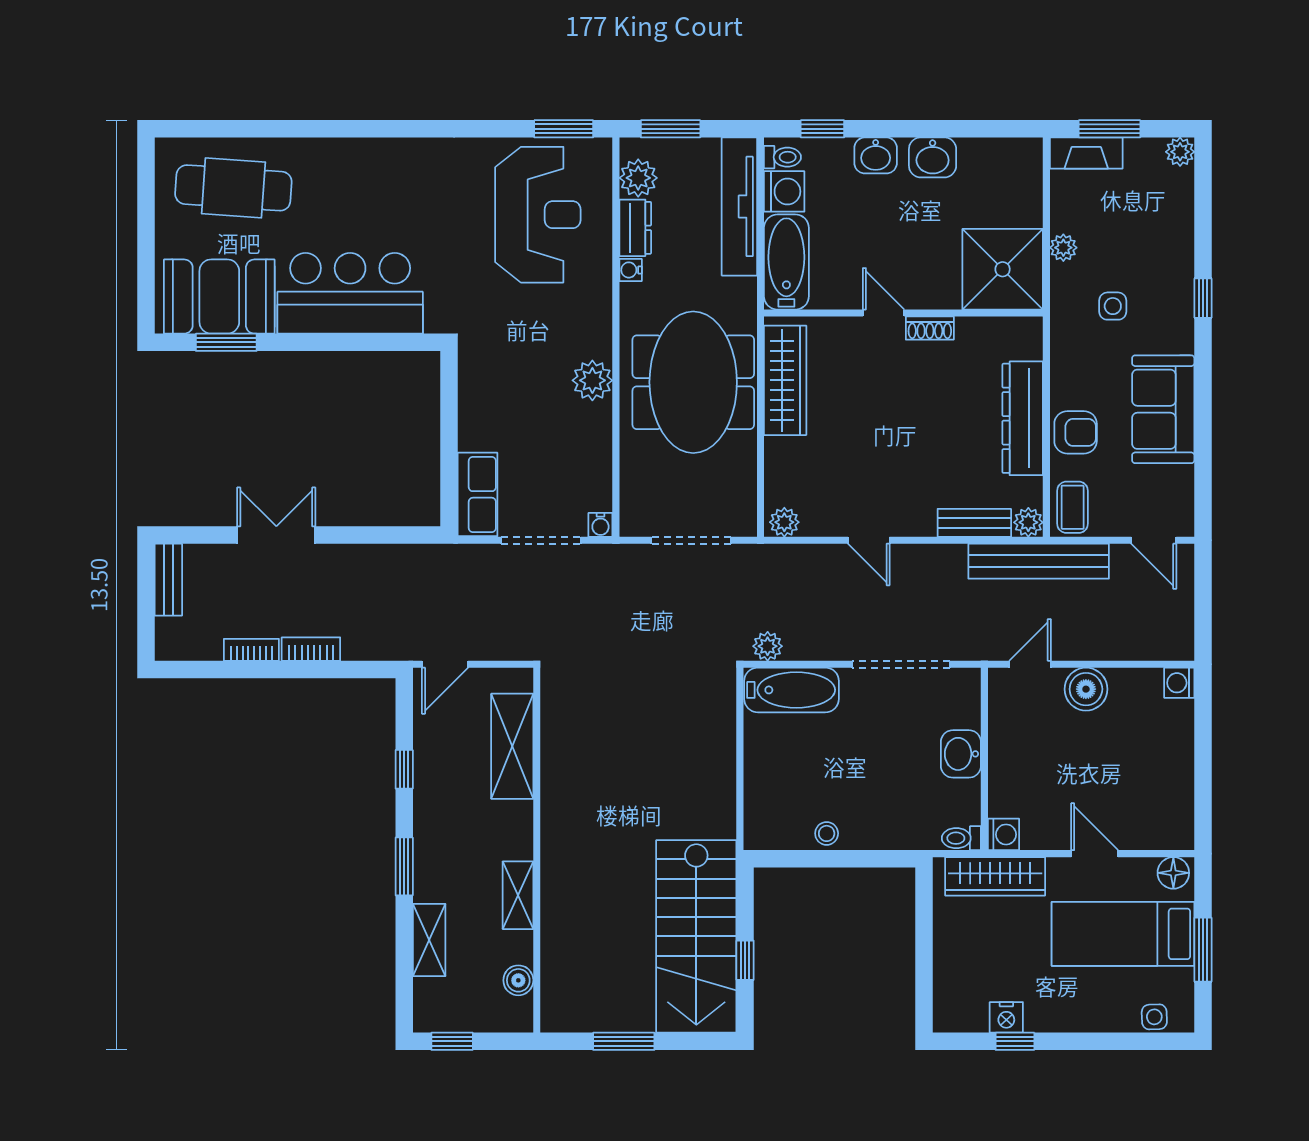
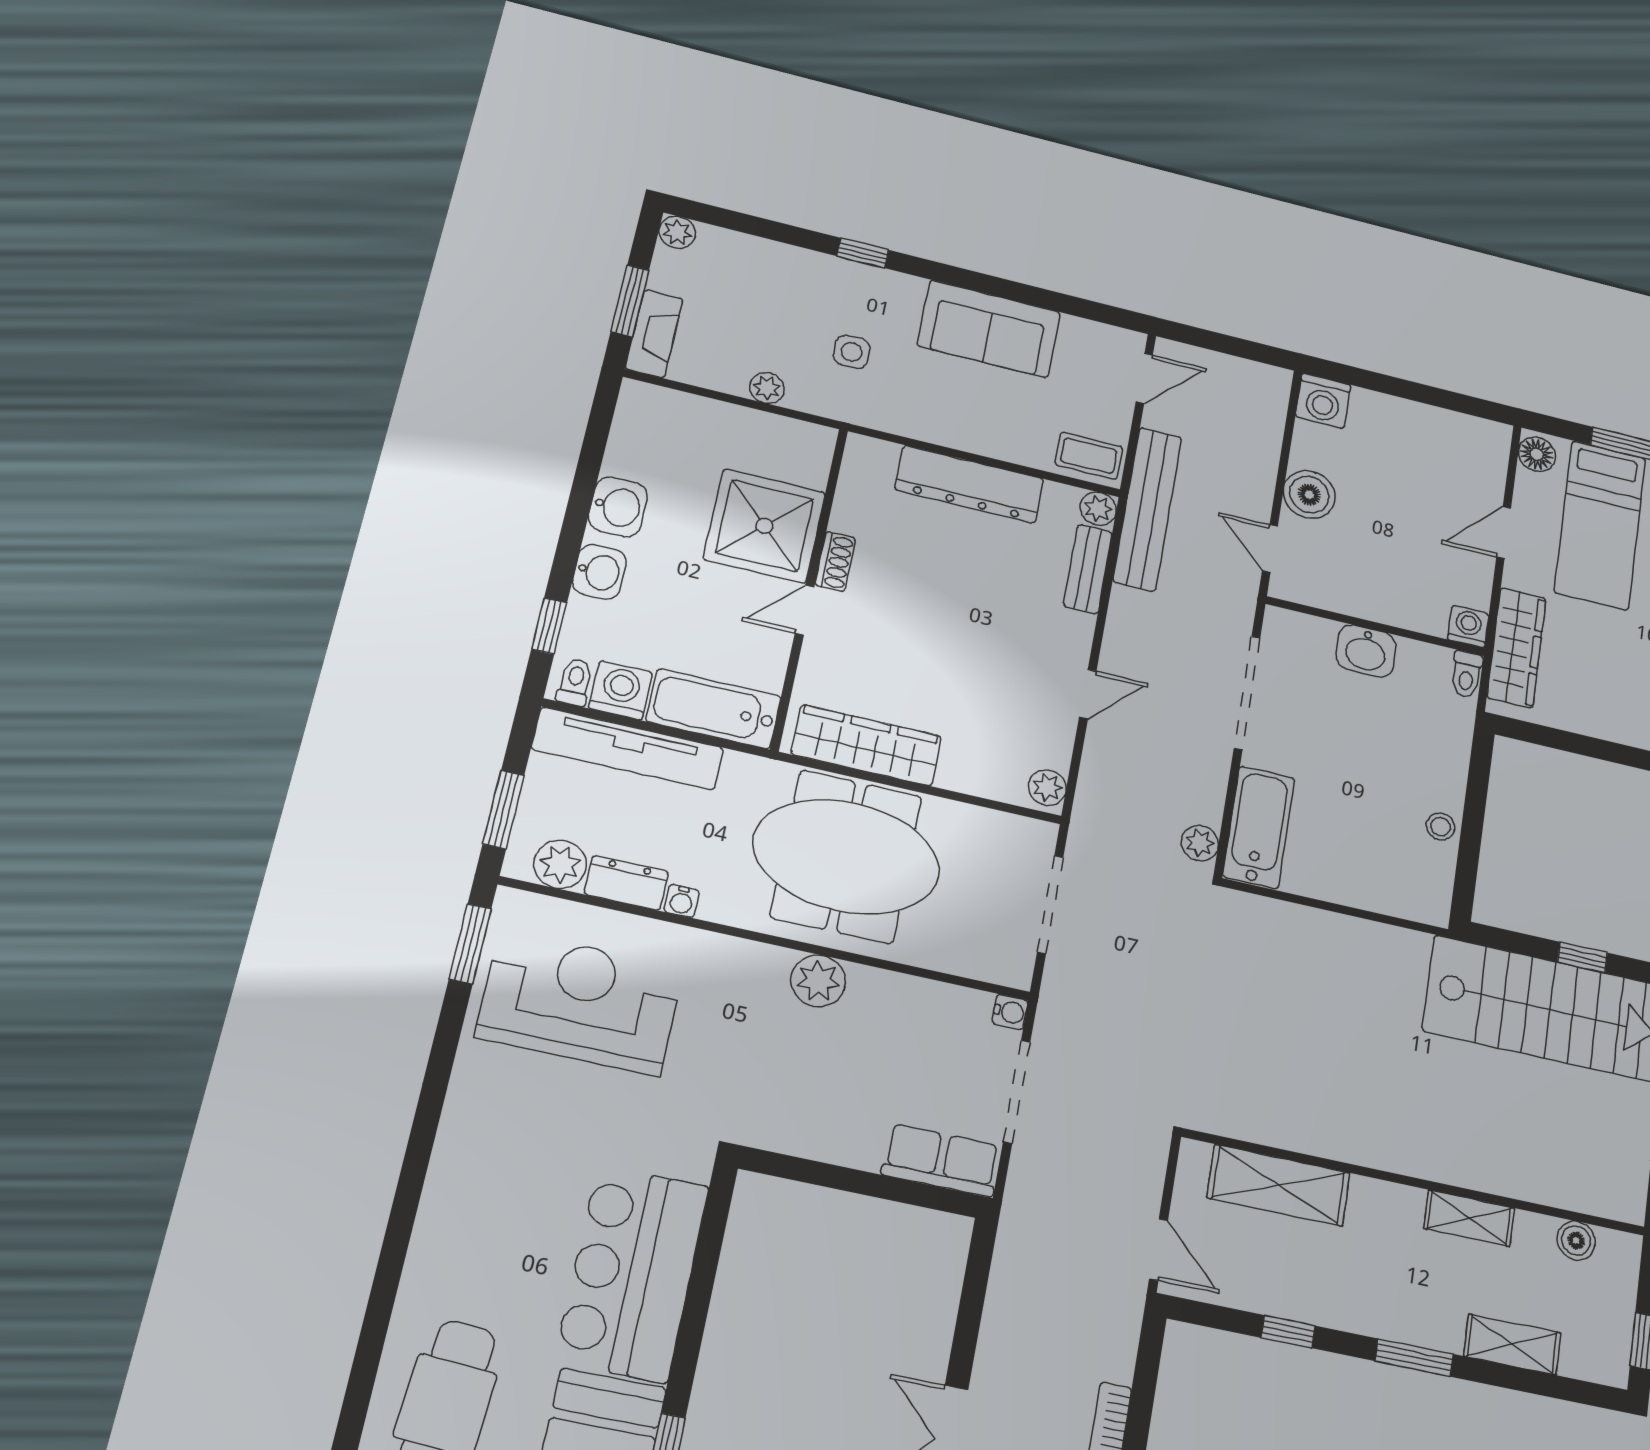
shower: (1003, 269) -> (765, 526), moved
armchair: (1076, 432) -> (998, 430), removed
washing machine: (1179, 683) -> (1323, 401), width x1.38, depth x1.38

